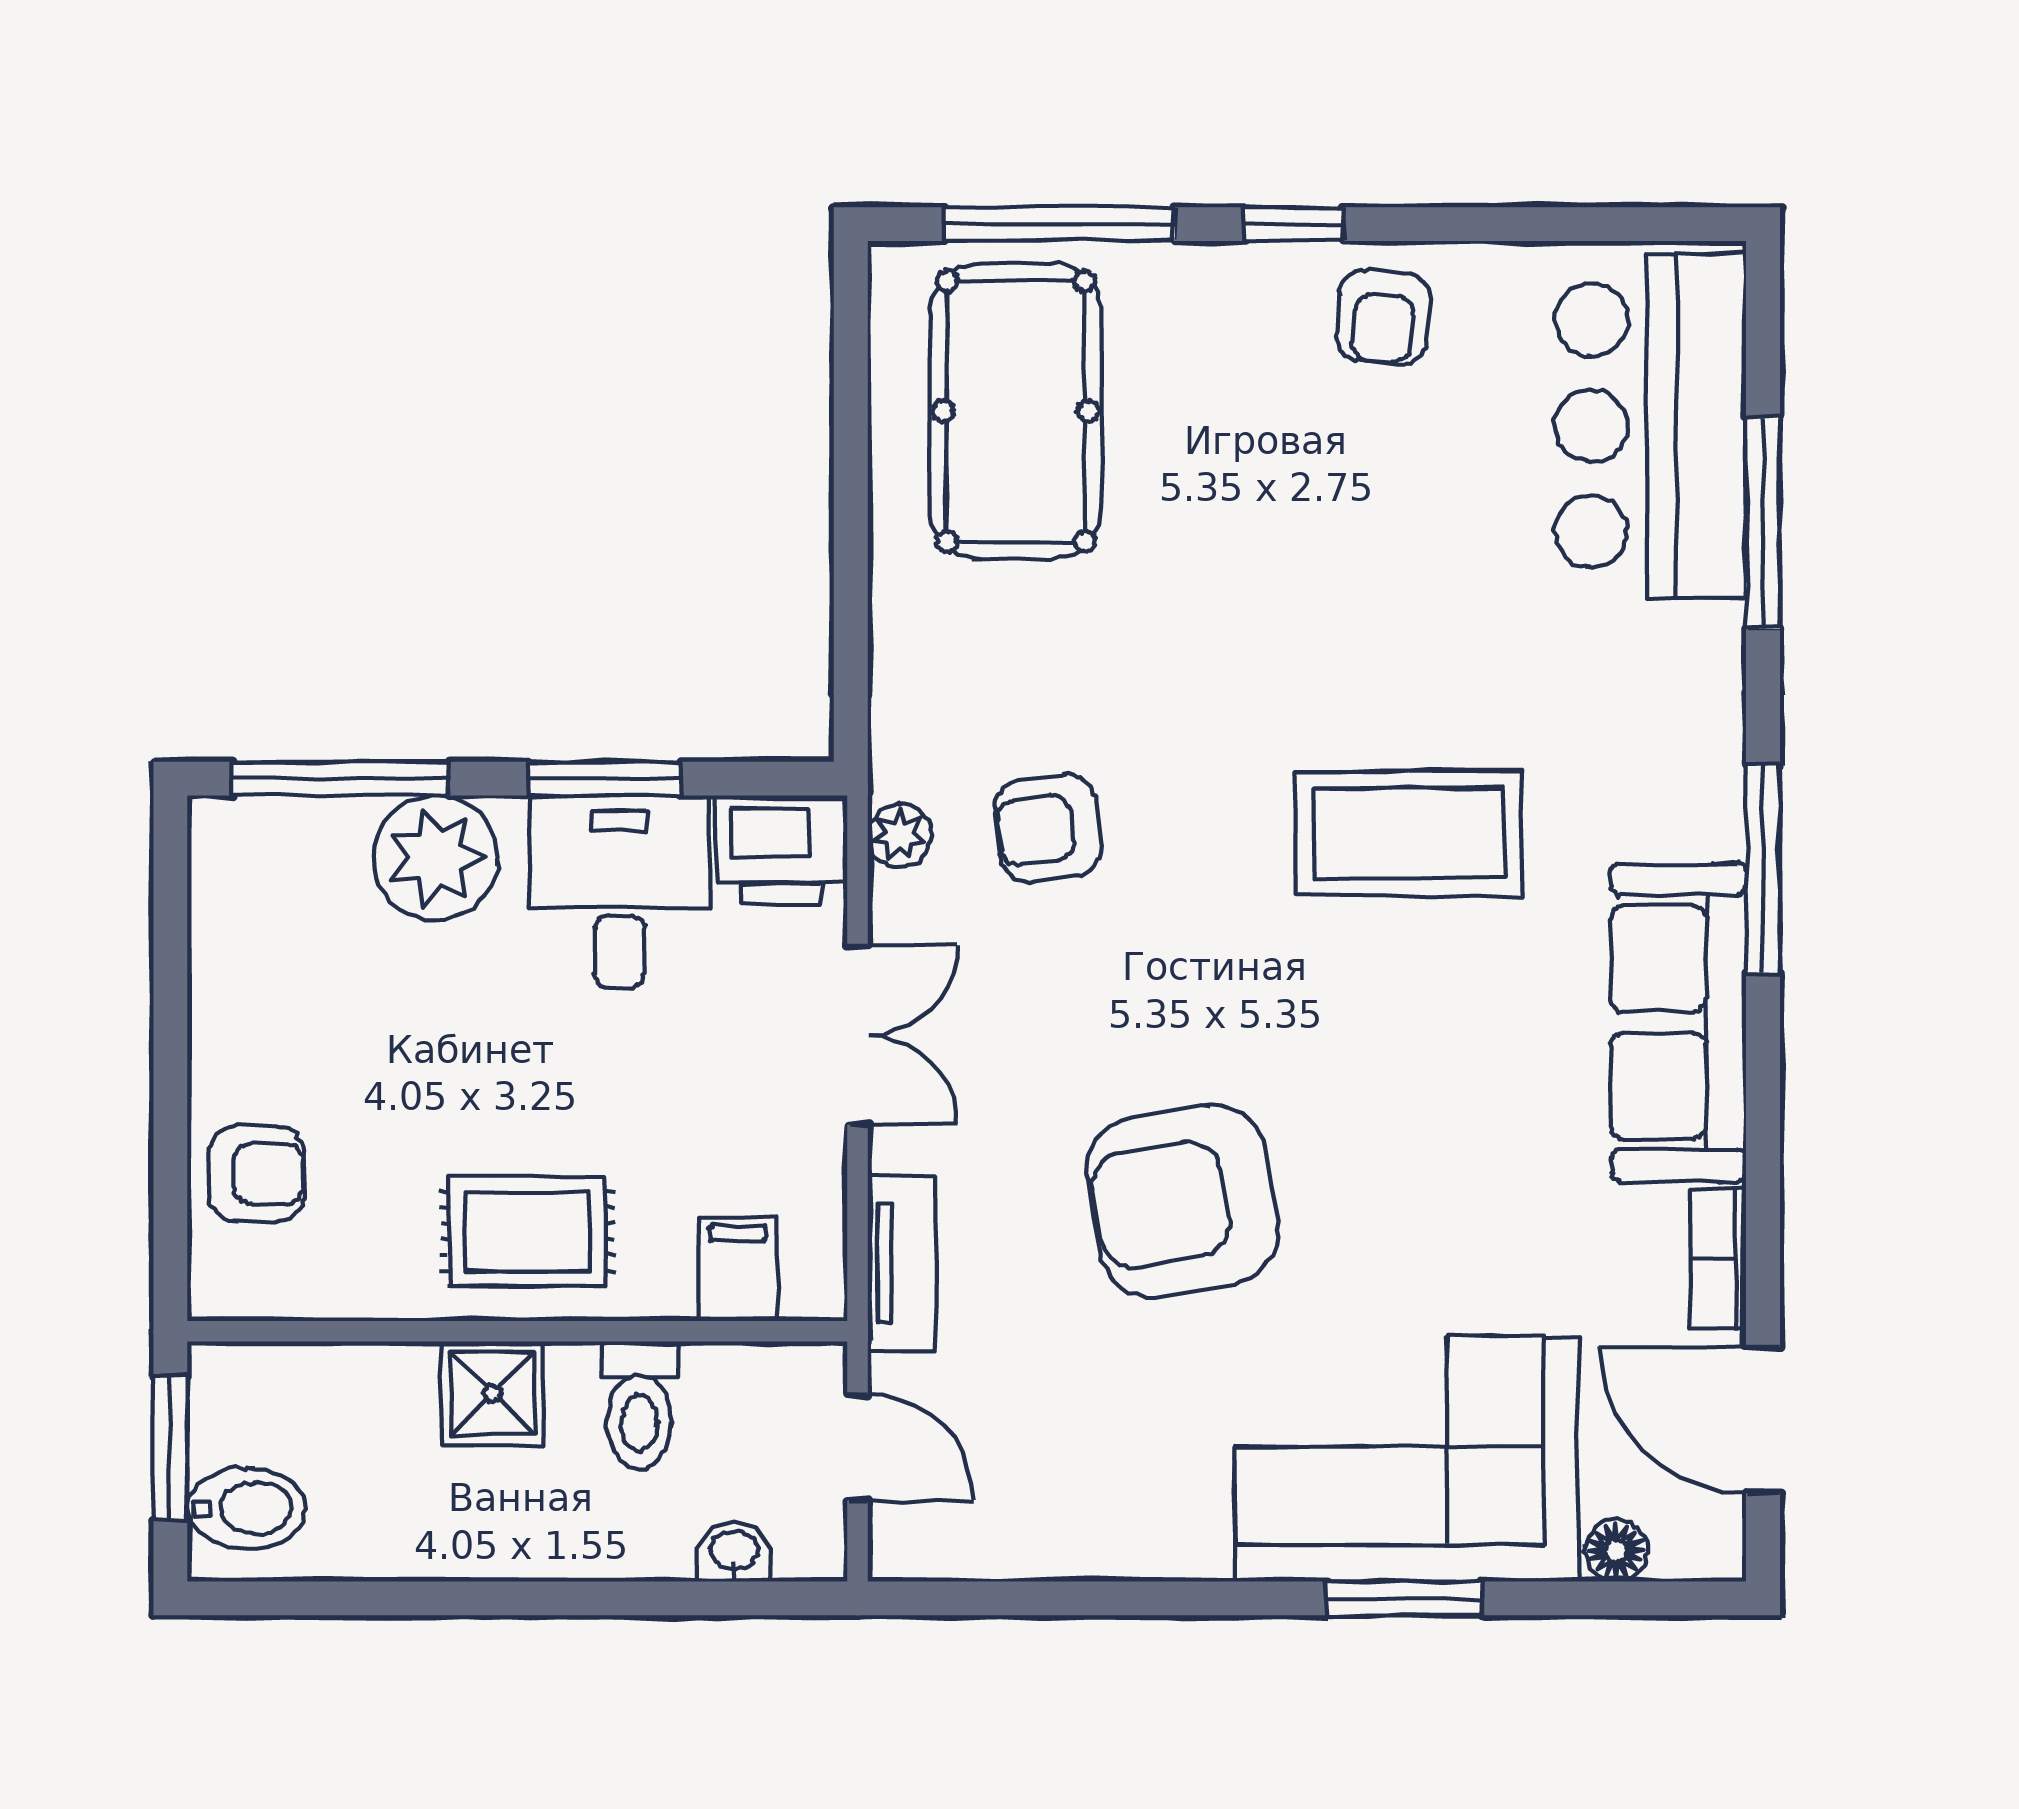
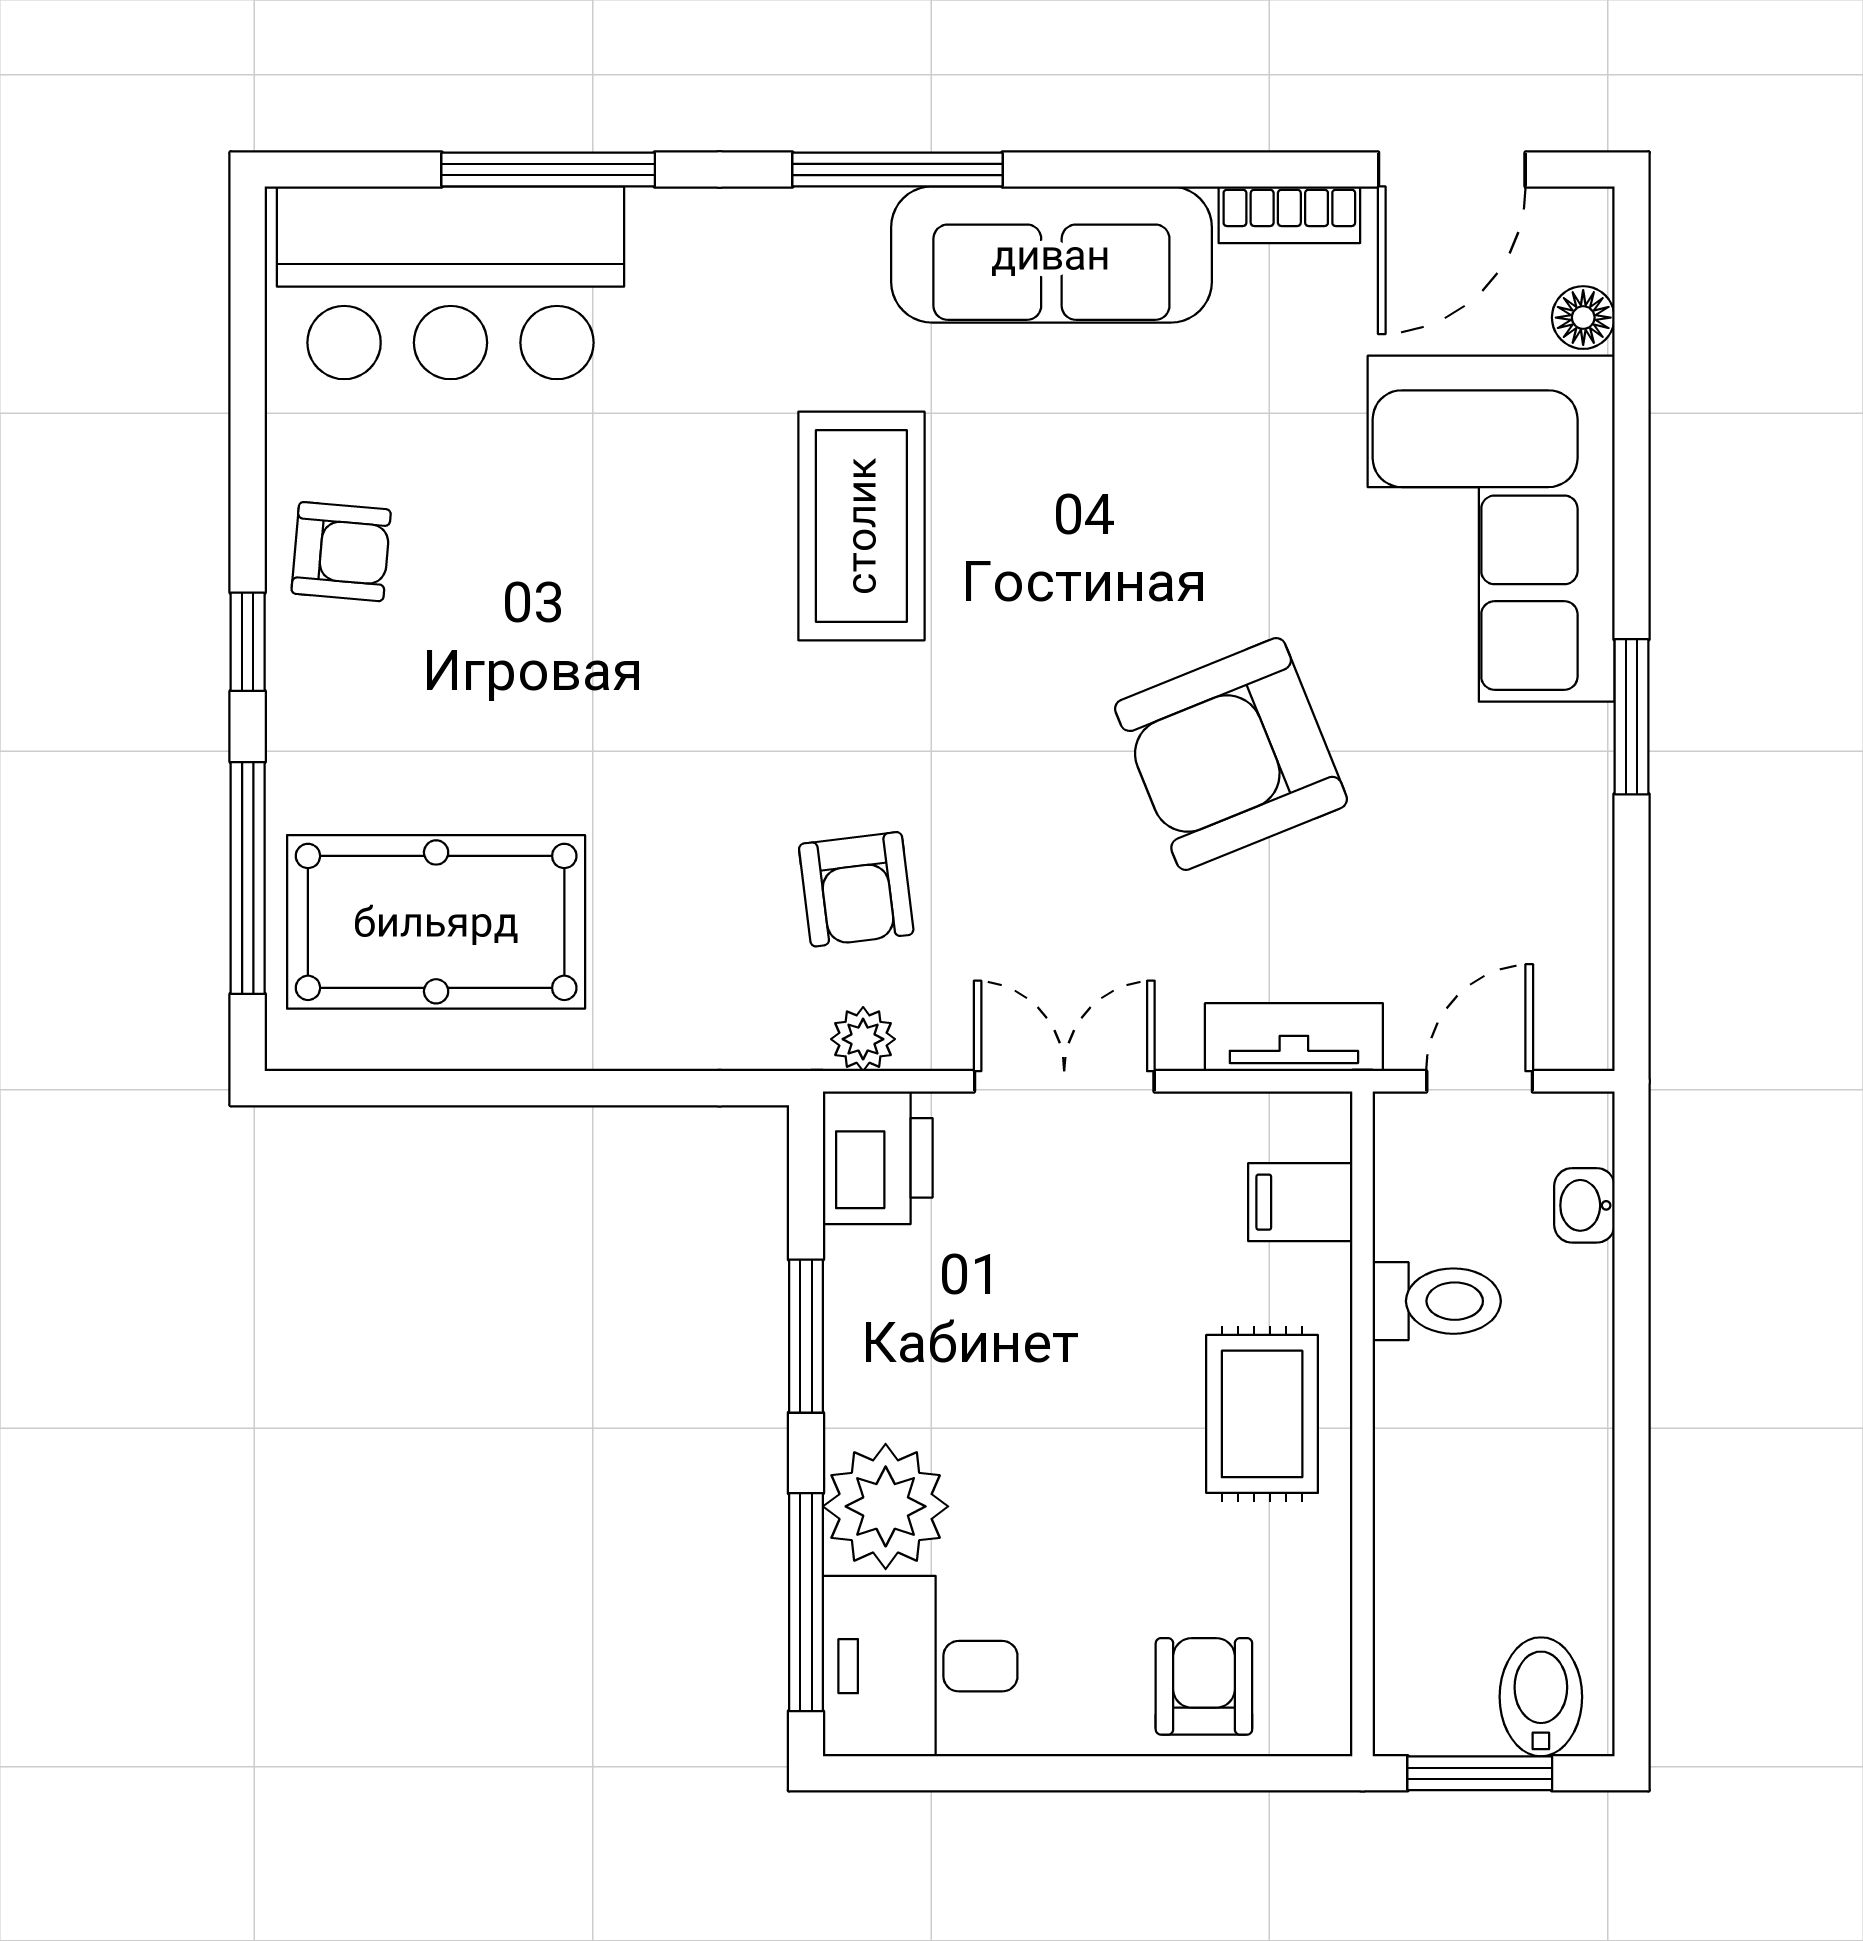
desk: (619, 892) -> (920, 1666), moved
armchair: (1183, 1201) -> (1231, 754), turned 78
shower: (492, 1393) -> (1425, 1449), removed
window: (1405, 1598) -> (1632, 717), moved

